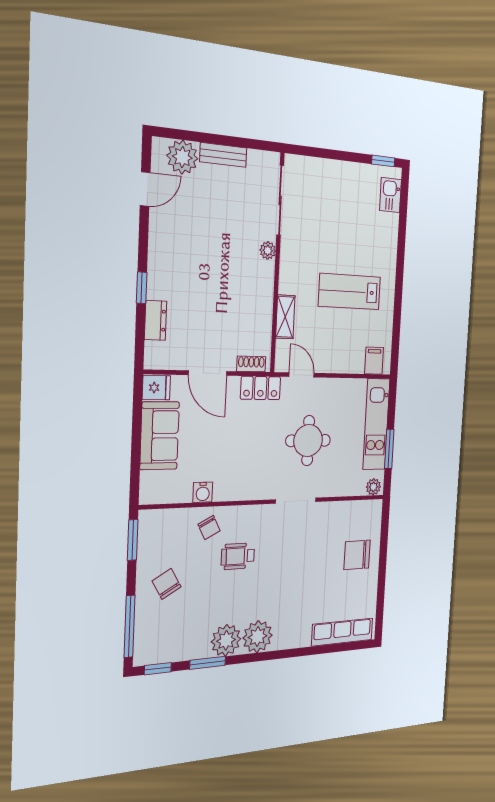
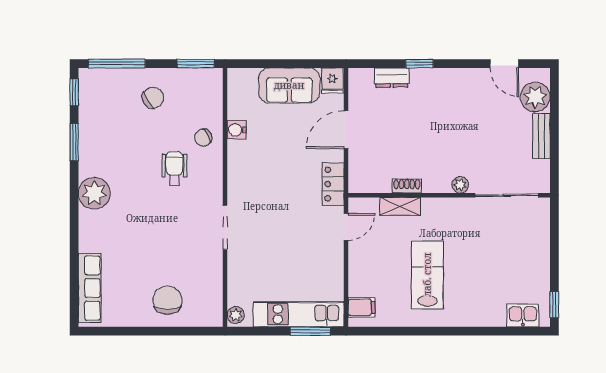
shoe rack: (251, 364) -> (407, 186), moved, turned -90
round table: (308, 441) -> (283, 238), removed
window: (389, 449) -> (310, 331), moved
plant: (226, 640) -> (94, 160), removed

